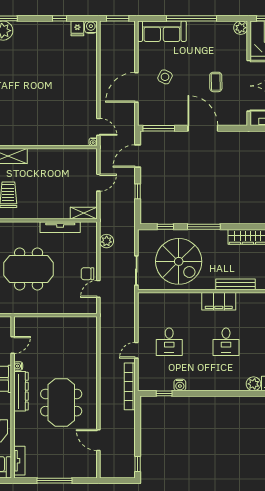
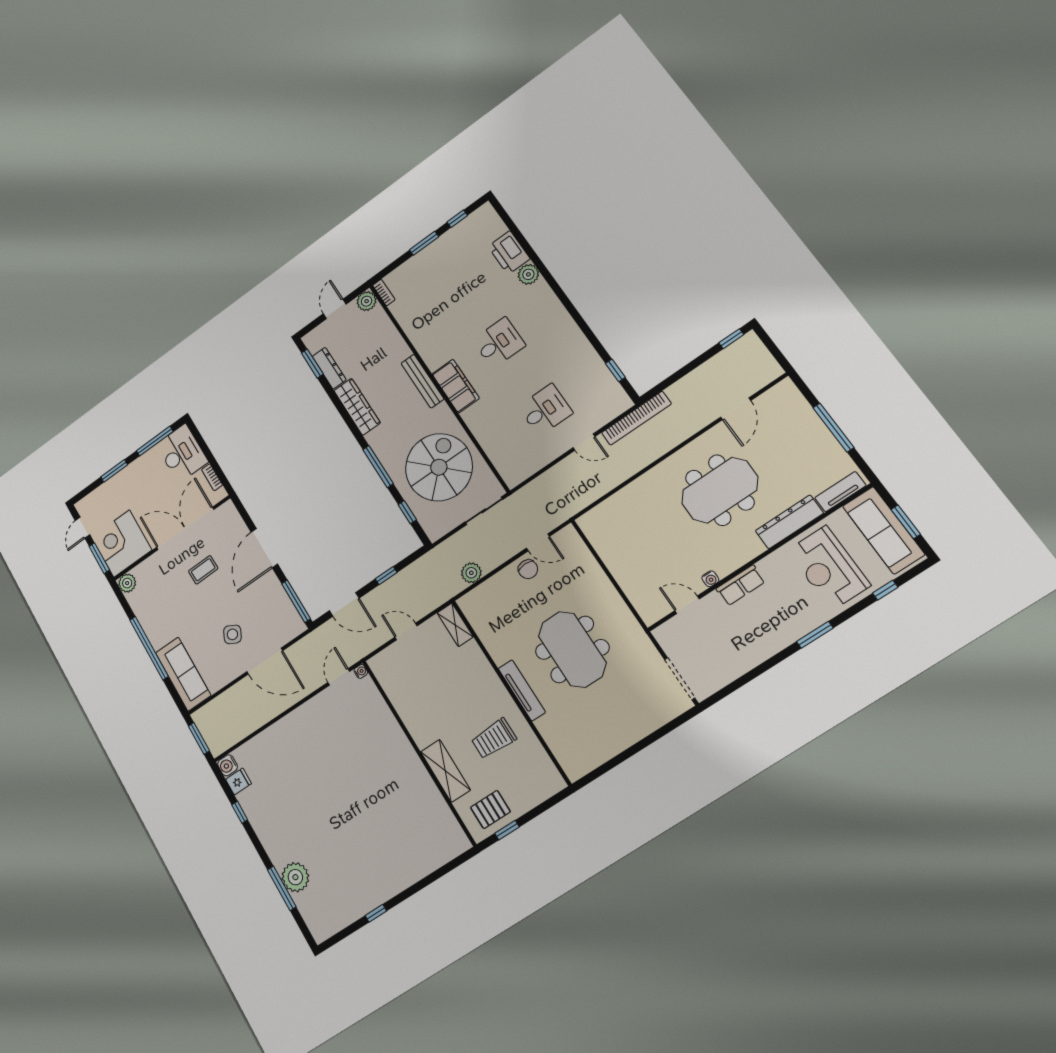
tv unit: (60, 227) -> (522, 690), moved
water cooler: (180, 385) -> (591, 359), removed
dresser: (21, 391) -> (789, 522), moved

